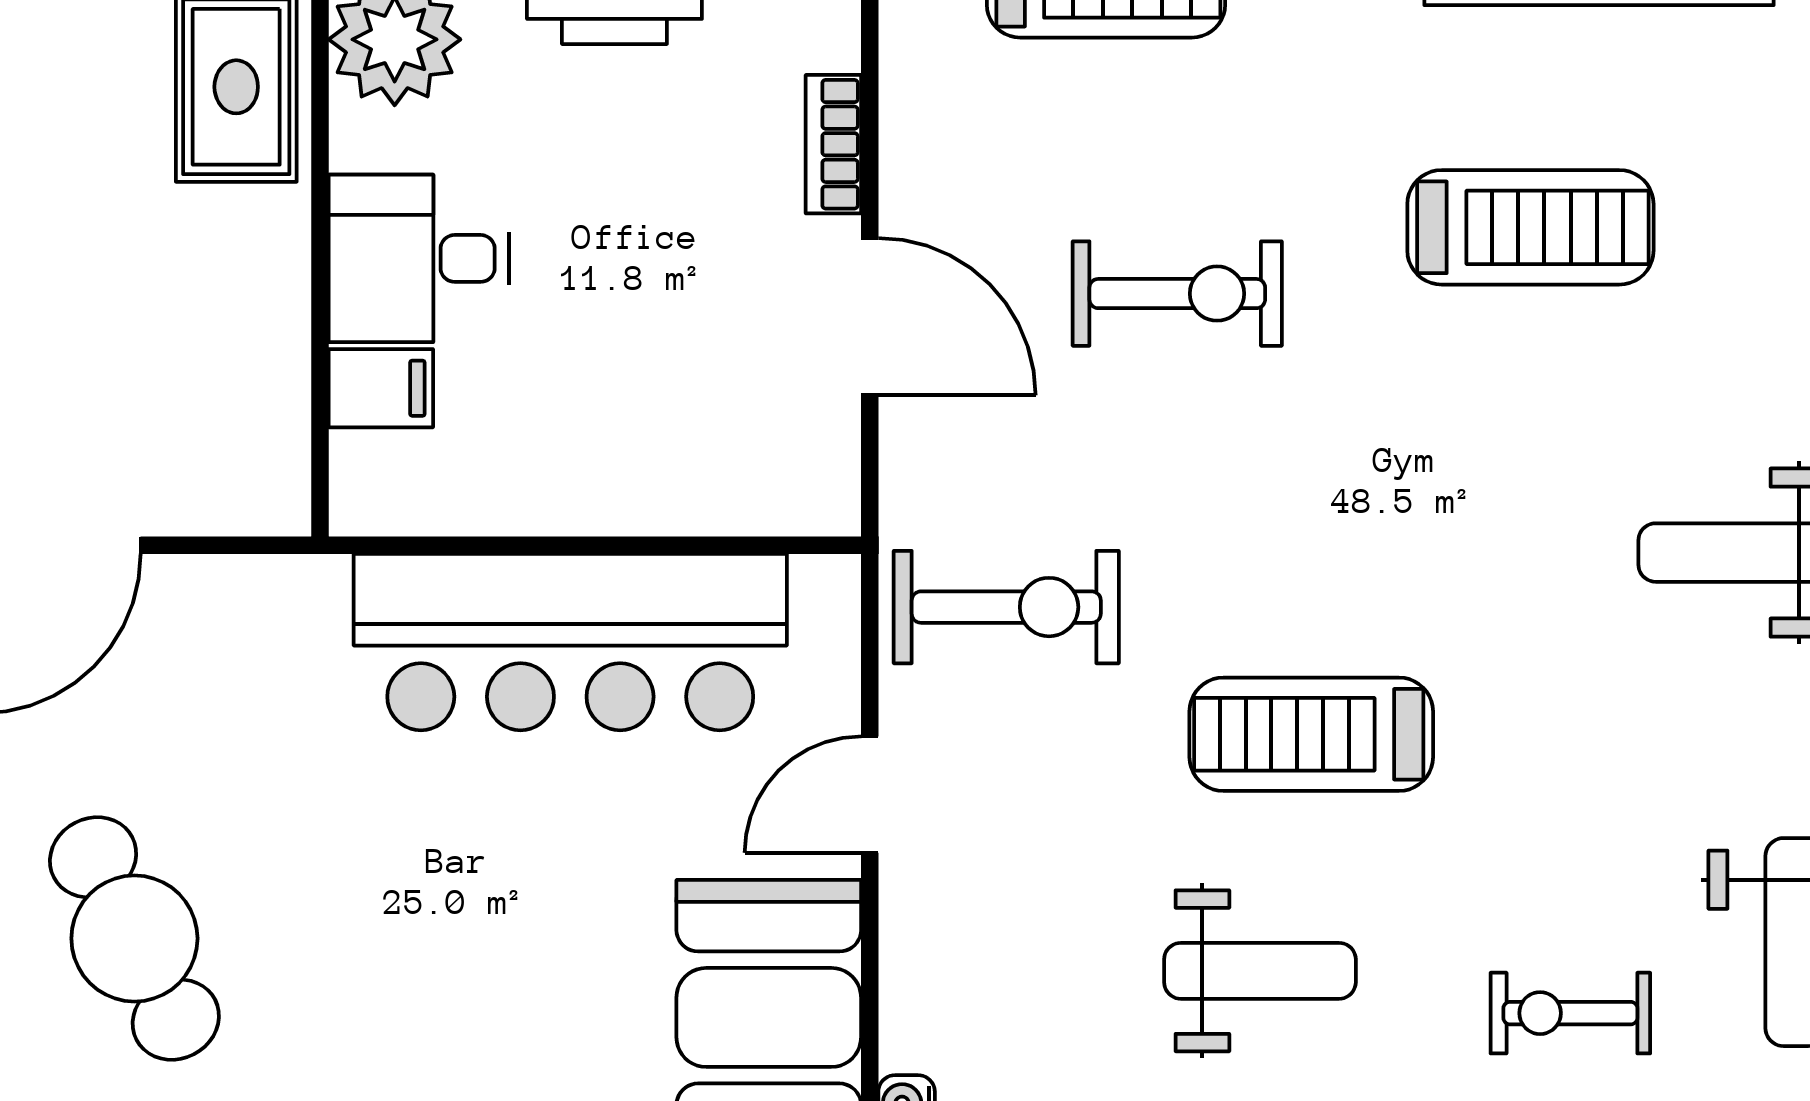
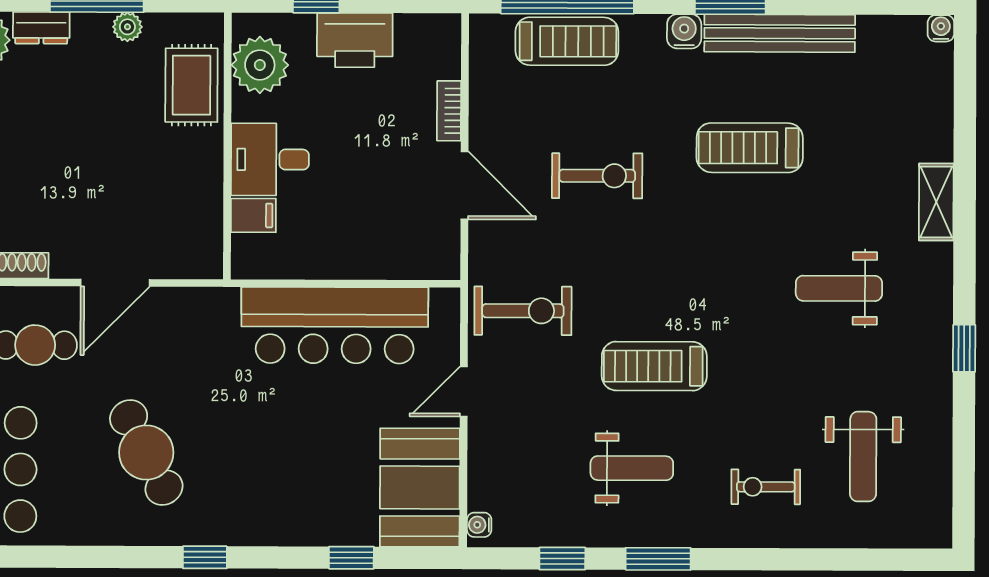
treadmill: (1530, 227) -> (750, 148), turned 180

